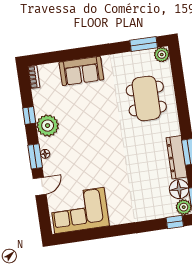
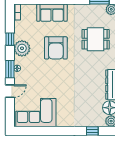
dining table: (146, 98) -> (96, 39), width x0.73
armchair: (94, 118) -> (56, 48), added
window: (175, 222) -> (92, 131), moved

